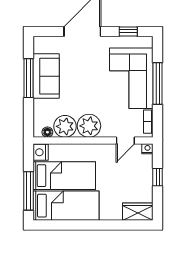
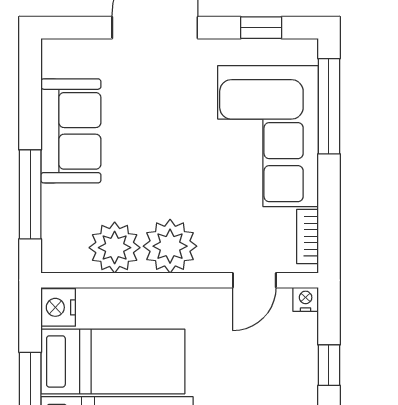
window: (28, 78) -> (30, 194), moved
window: (158, 84) -> (329, 106), moved
floor lamp: (47, 132) -> (74, 261), removed

